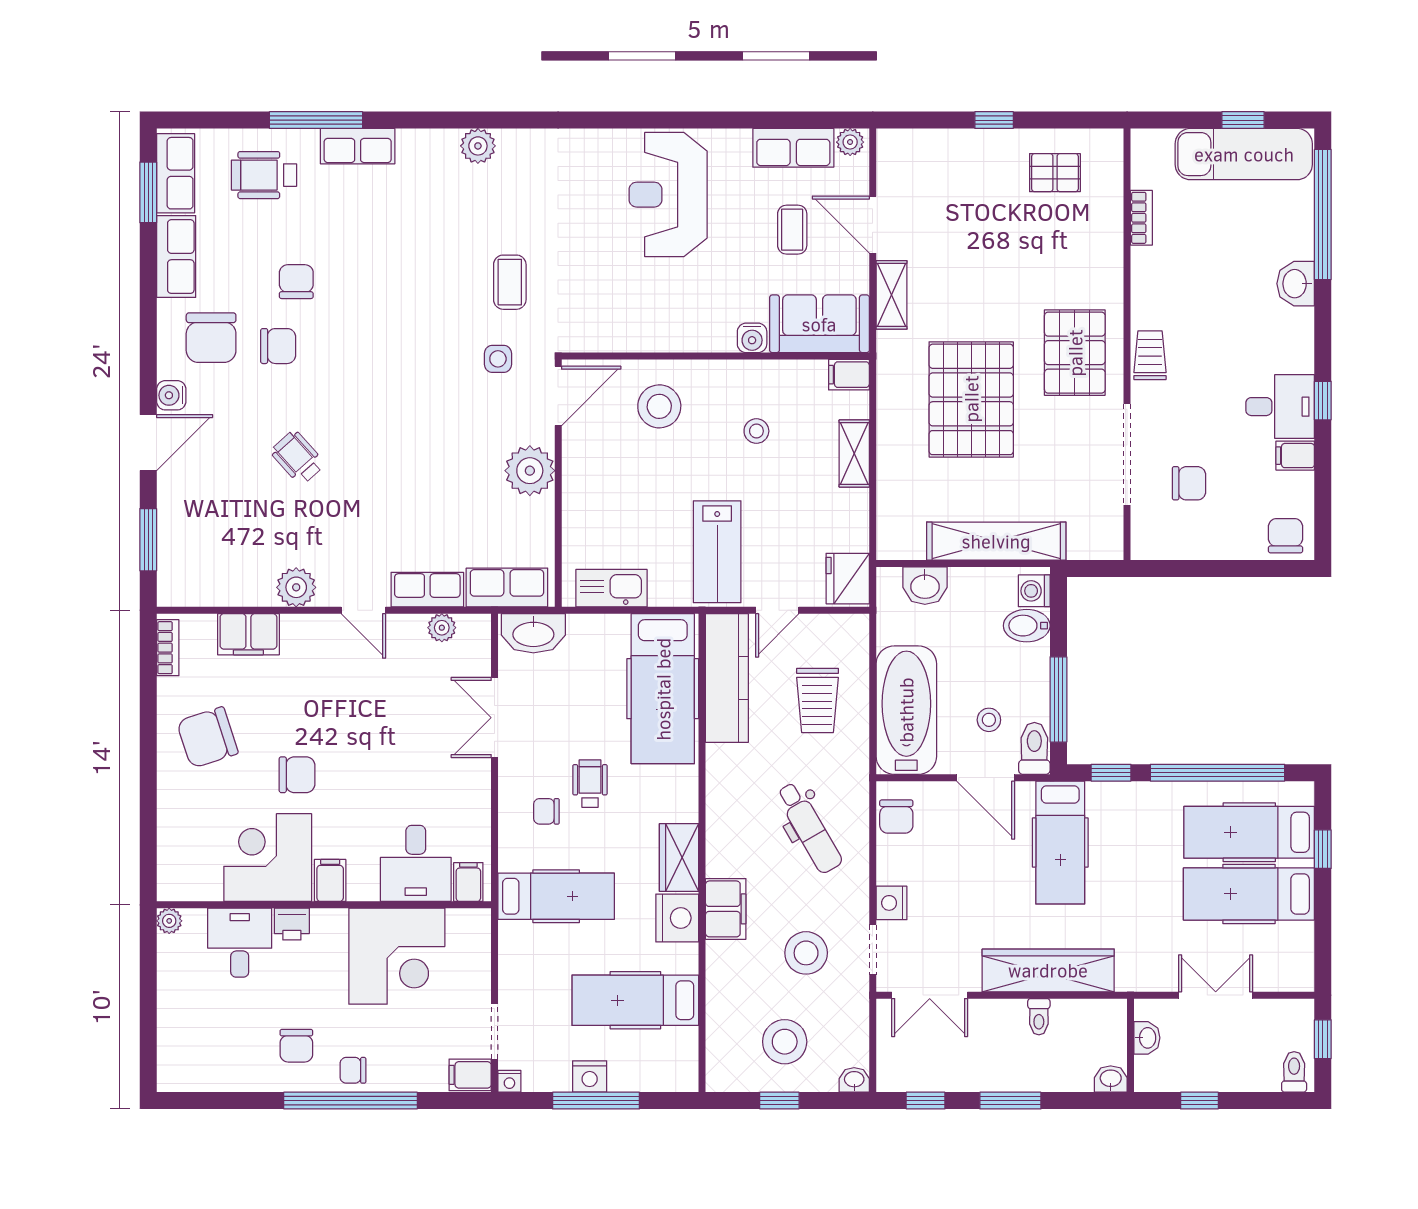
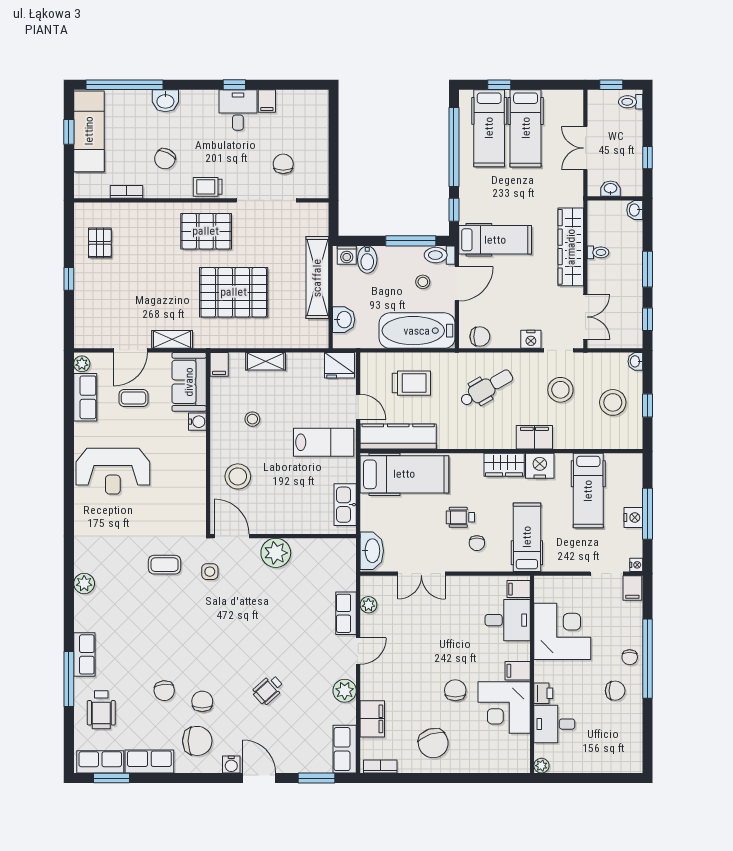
chair: (296, 282) -> (164, 691), turned -96
chair: (1285, 536) -> (165, 159), moved, turned -64
row of seats: (507, 588) -> (345, 749), moved

